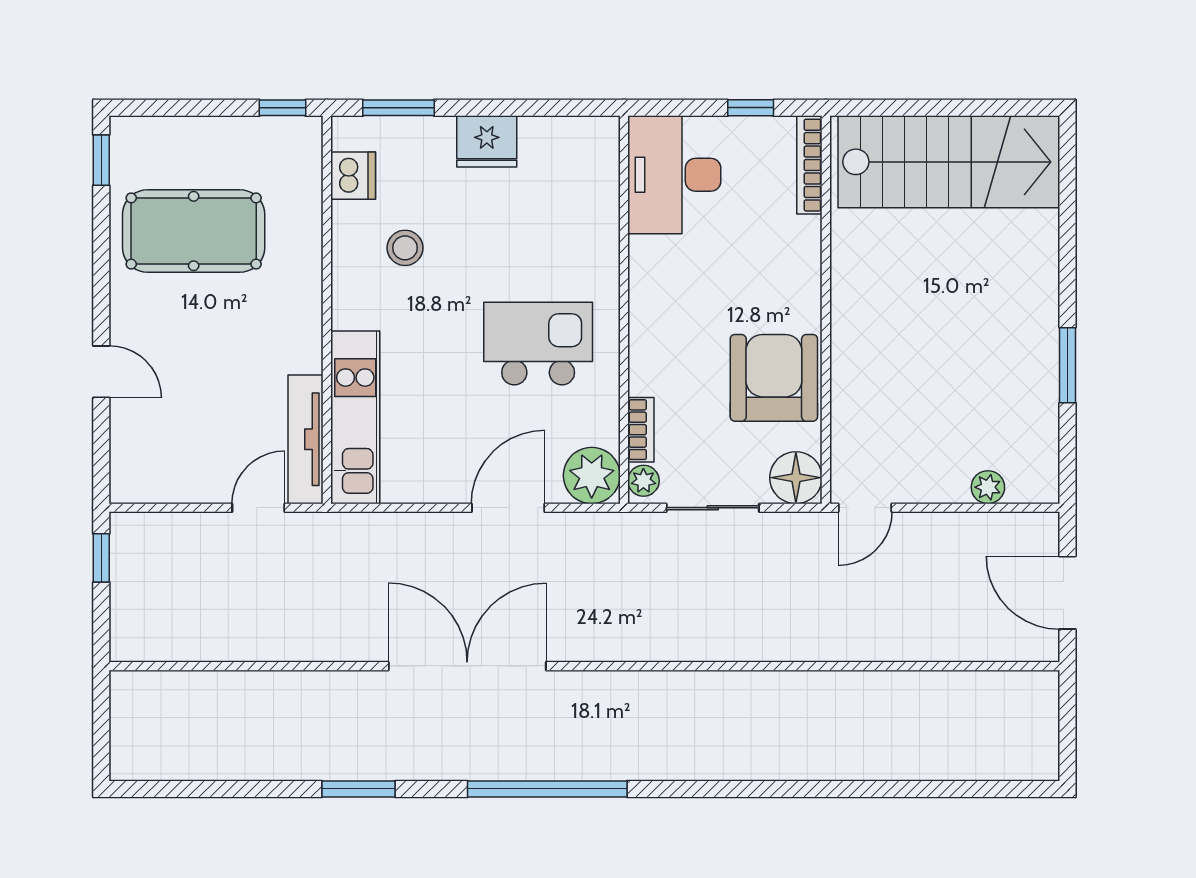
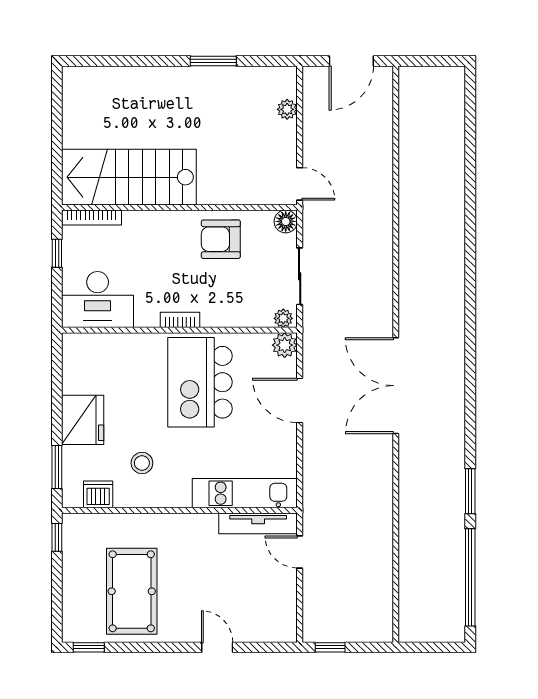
fridge: (487, 141) -> (83, 420), width x1.36, depth x1.34
stairs: (949, 162) -> (129, 177), moved, turned -90
kitchen island: (538, 343) -> (200, 382), width x1.37, depth x1.28
door: (101, 372) -> (217, 647), hinge flipped
armchair: (774, 378) -> (221, 239), width x0.73, depth x0.73
bookcase: (641, 430) -> (180, 320), moved
plant: (592, 475) -> (285, 345), width x0.73, depth x0.73
floor lamp: (796, 478) -> (286, 221), width x0.73, depth x0.73
double door: (467, 666) -> (396, 386), moved
window: (547, 789) -> (470, 577), moved

